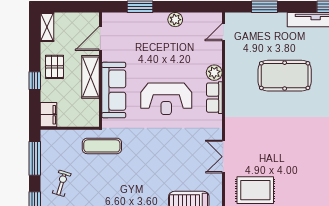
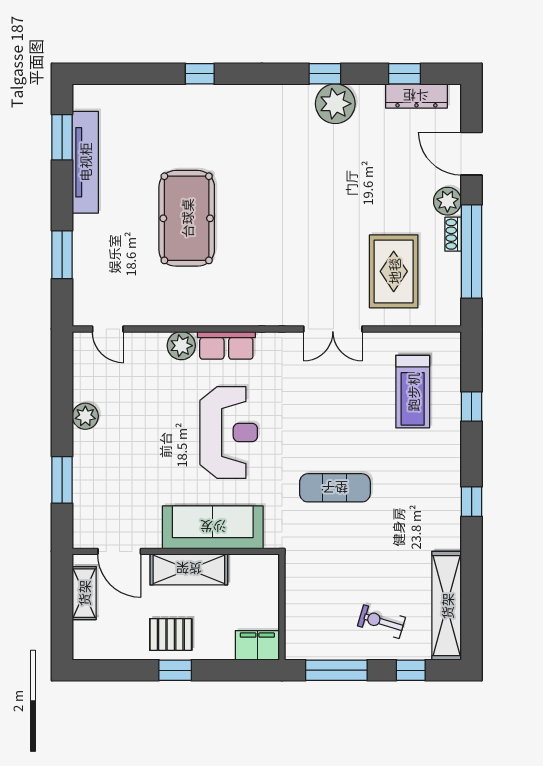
shelving: (47, 27) -> (84, 593), moved, turned 90
window: (35, 81) -> (175, 670), moved
exercise mat: (102, 146) -> (335, 488), moved, turned 90

